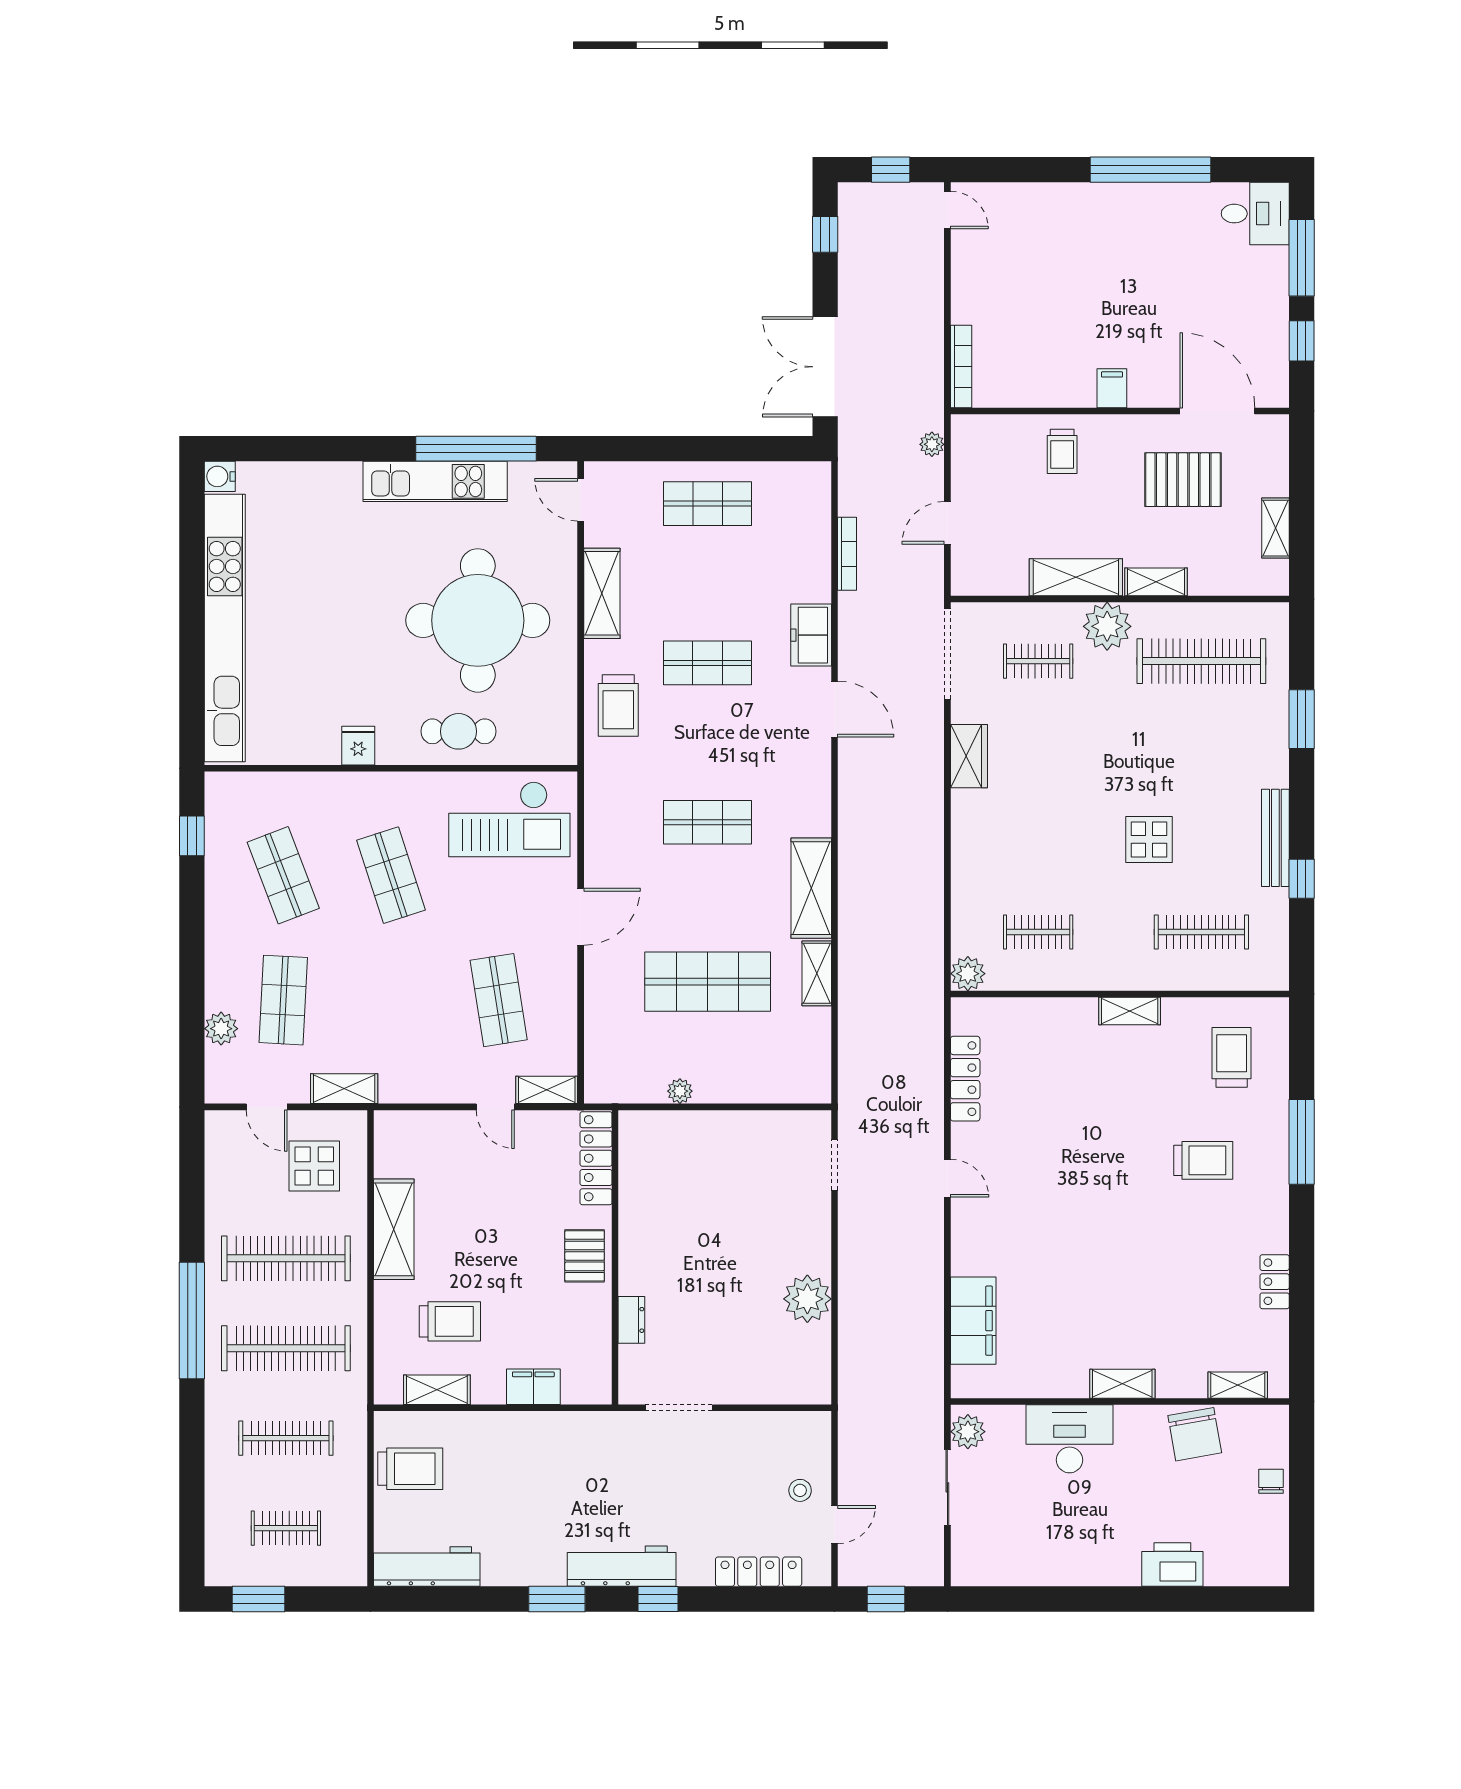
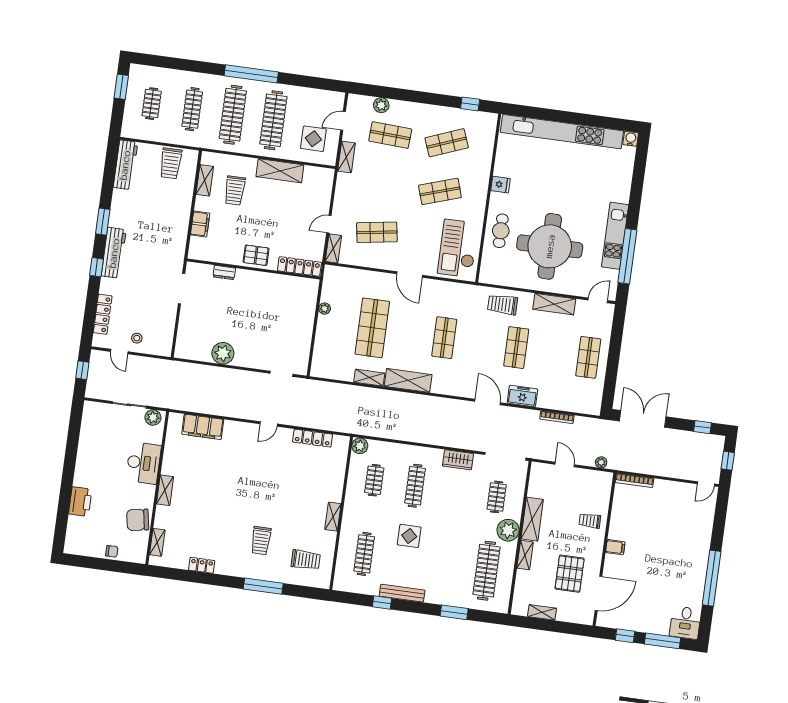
door: (835, 709) -> (488, 402), swing flipped
clothes rail: (1038, 842) -> (415, 486), added

